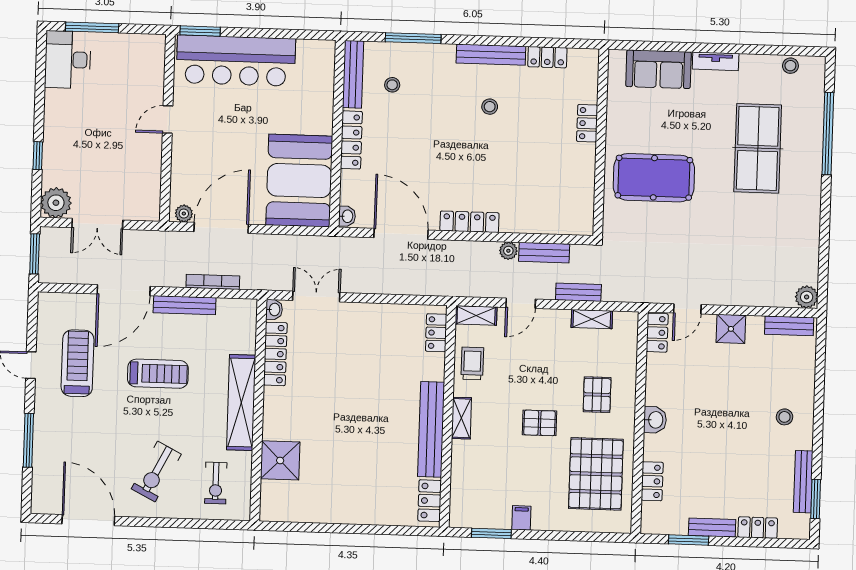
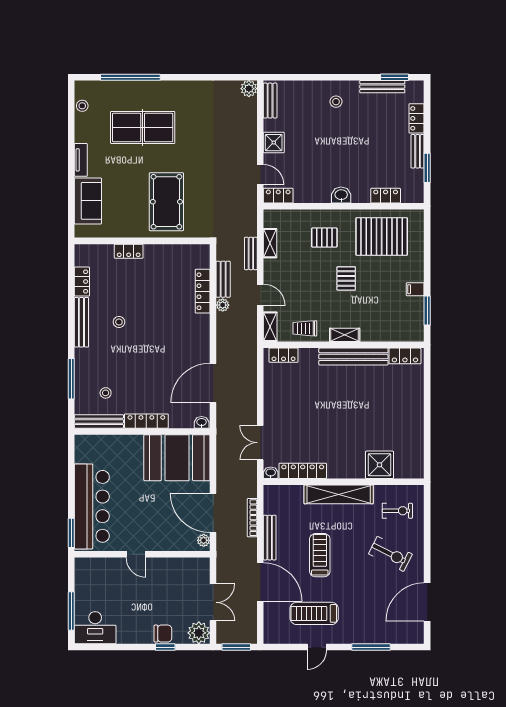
chair: (57, 153) -> (163, 634), added
locker: (469, 222) -> (203, 291), moved

